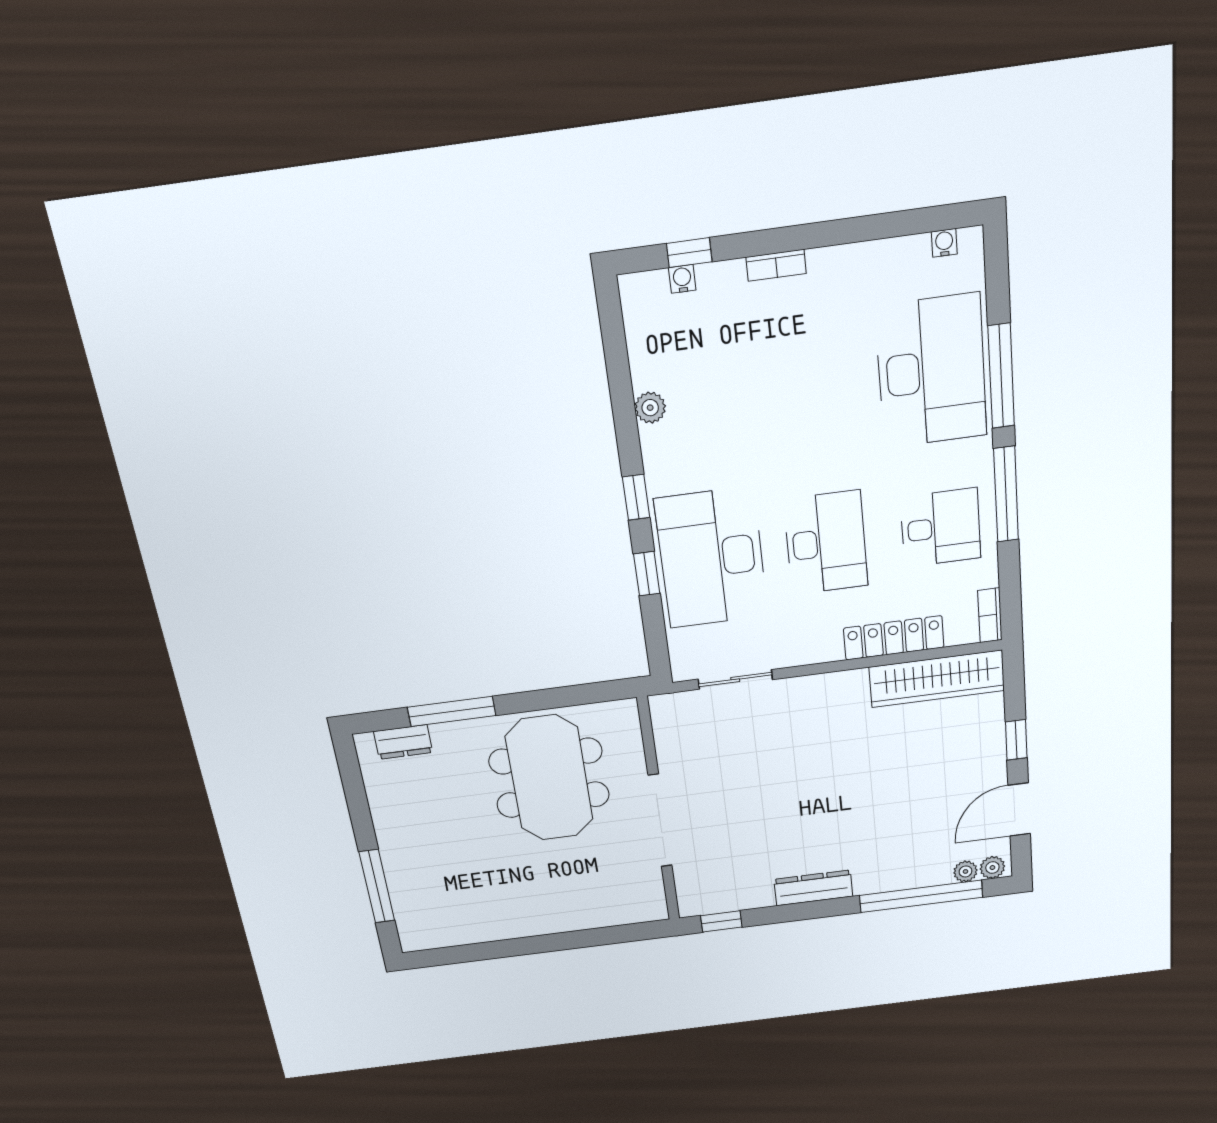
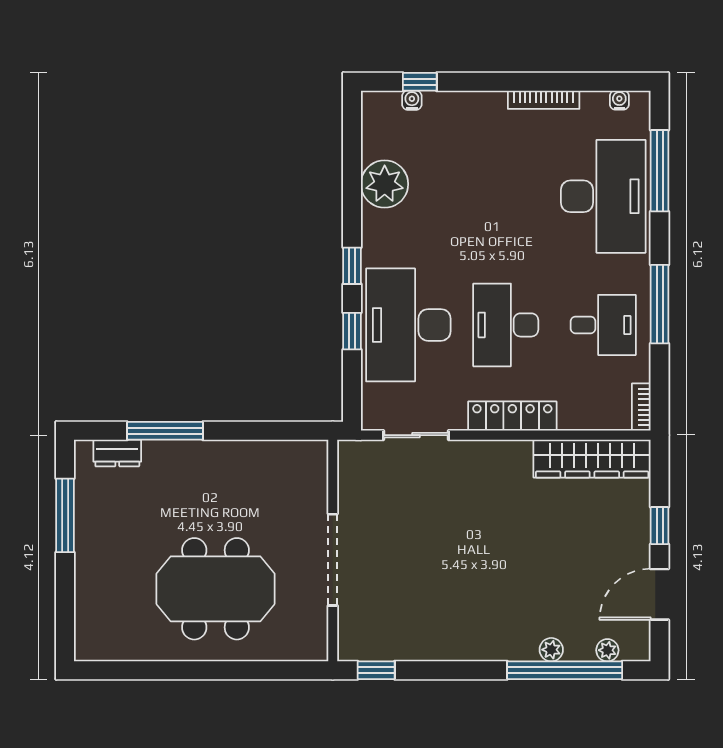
bookcase: (776, 265) -> (544, 100), moved, width x1.56
window: (1001, 376) -> (660, 171), moved
plant: (650, 408) -> (385, 184), width x1.88, depth x1.88
desk: (826, 543) -> (506, 325), turned 180
locker: (894, 638) -> (512, 416), moved
meeting table: (549, 778) -> (216, 589), moved, turned 90
plant: (992, 868) -> (551, 650), moved
window: (377, 886) -> (65, 515), moved
dresser: (813, 888) -> (465, 647), removed

